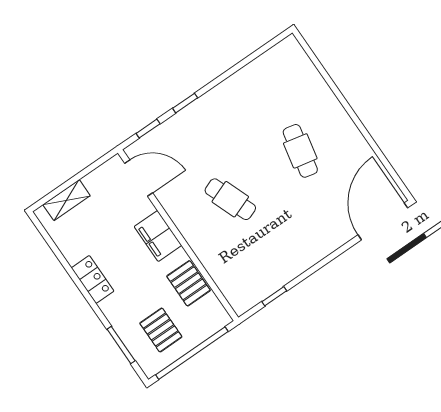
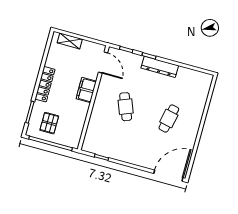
dresser: (214, 101) -> (160, 67), added
locker: (93, 279) -> (45, 84), width x1.53
pallet: (189, 283) -> (78, 118), removed

